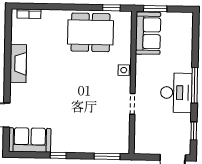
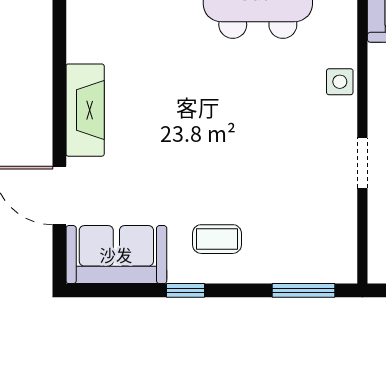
fireplace: (18, 64) -> (85, 110), moved
coffee table: (72, 134) -> (217, 239), added

